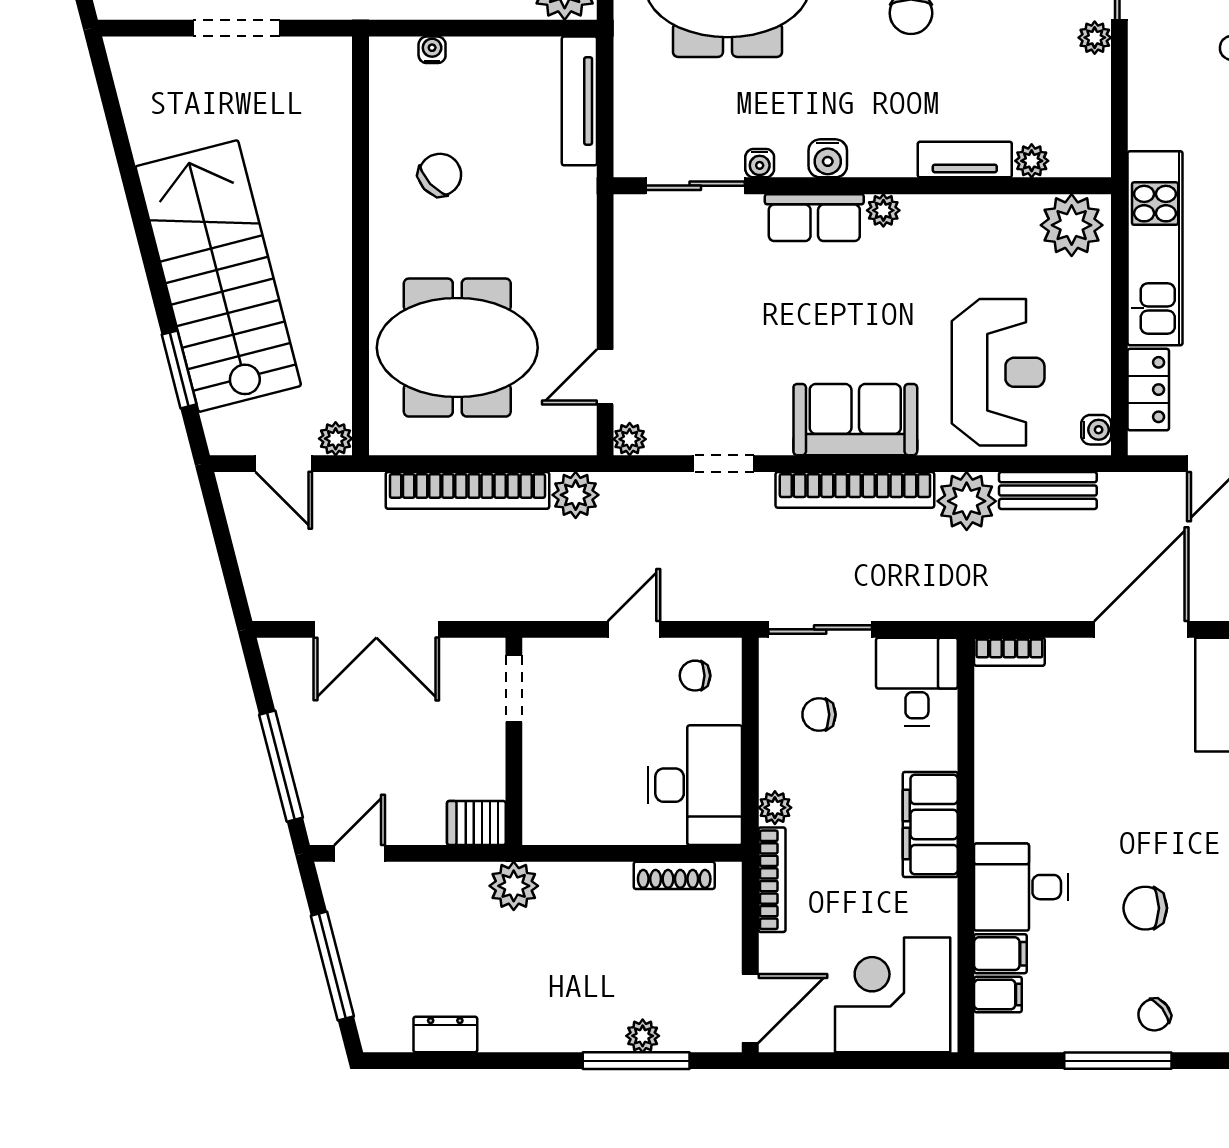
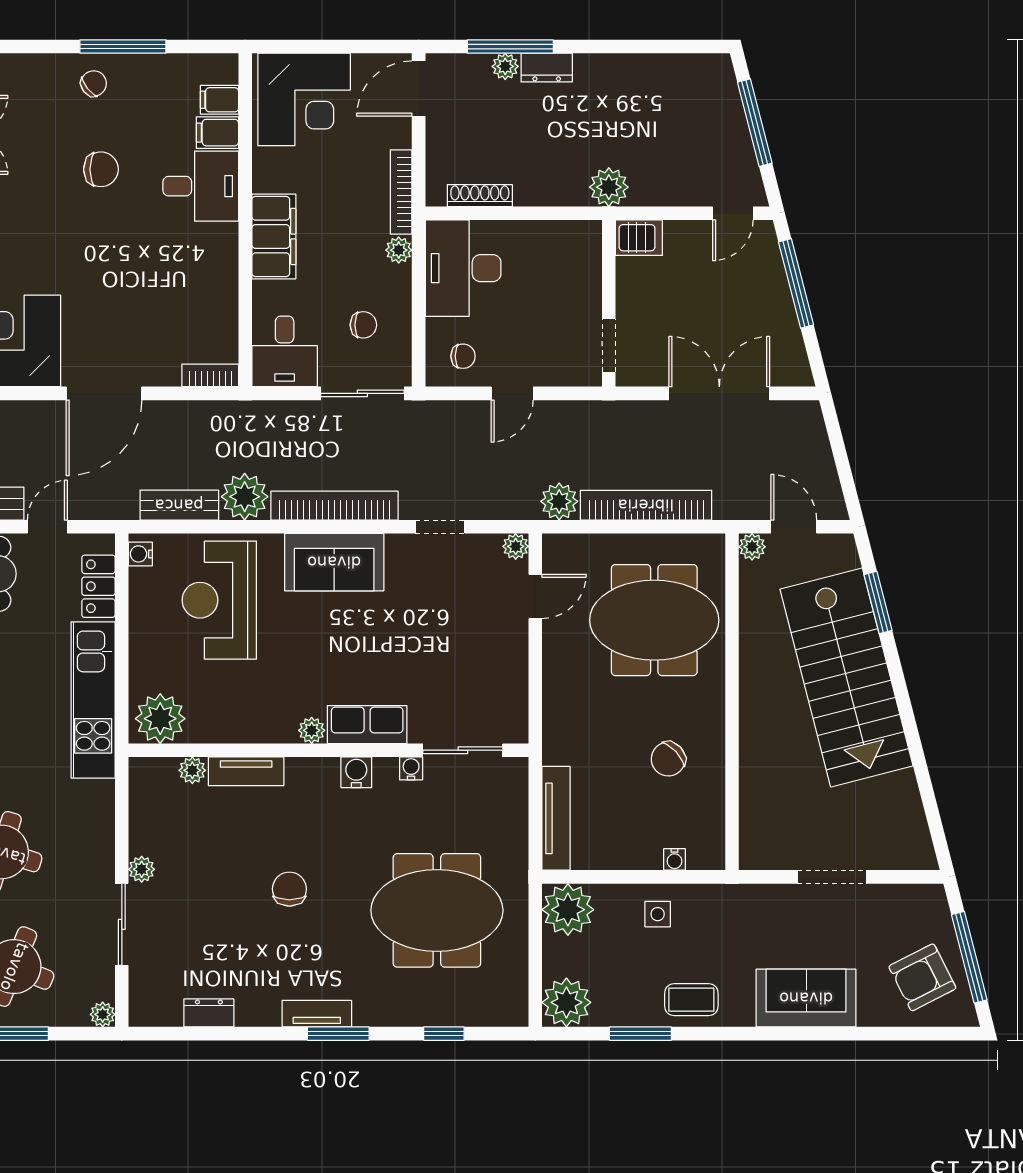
dresser: (445, 1034) -> (547, 68), moved

